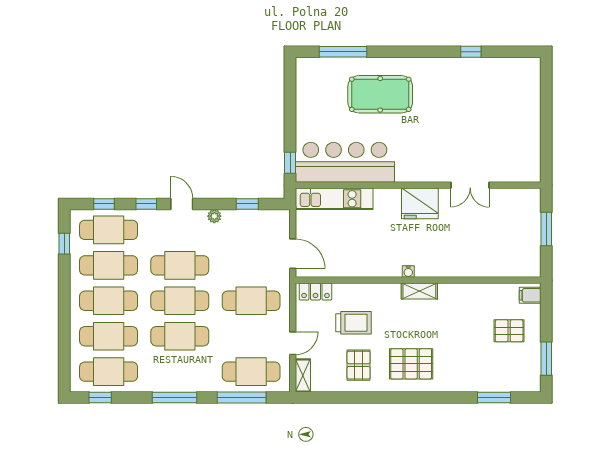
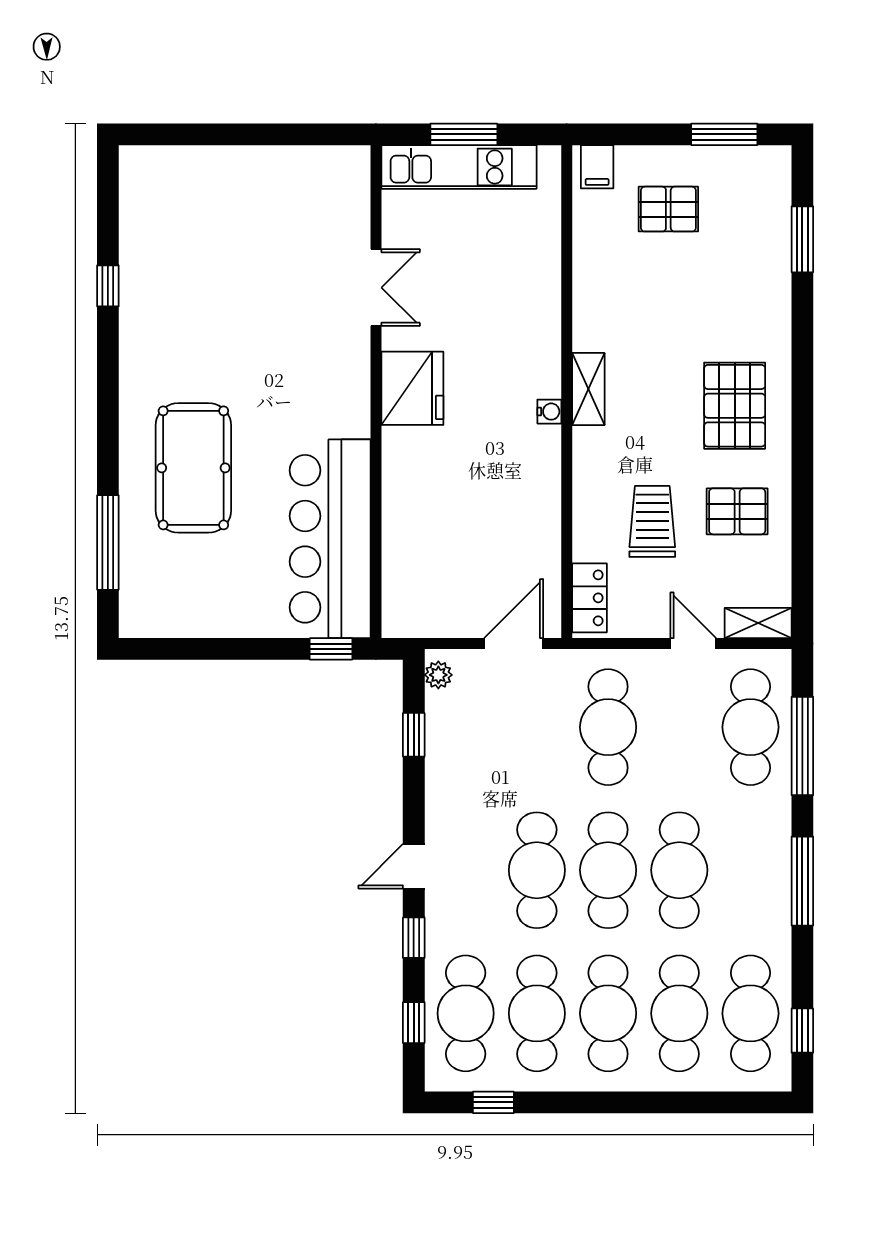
kitchen unit: (334, 199) -> (459, 167), moved, turned 90
plant: (214, 216) -> (438, 675), moved
pallet: (509, 331) -> (668, 209), turned 90

